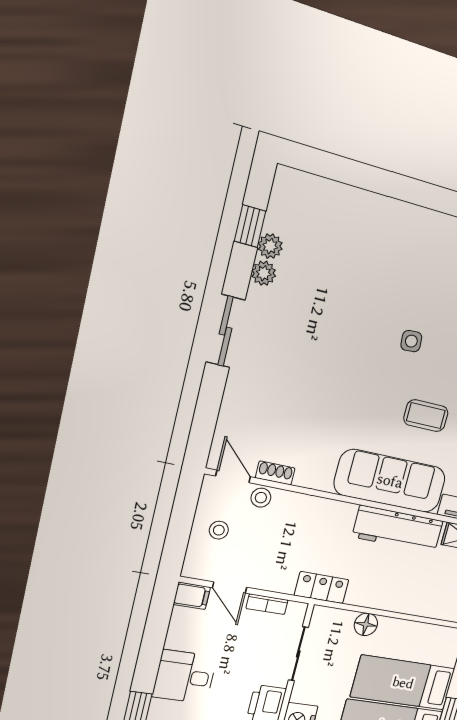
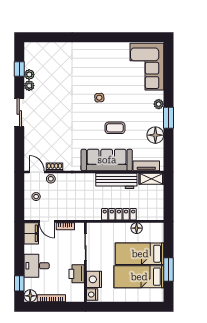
locker: (322, 588) -> (119, 214), moved, width x1.53
filing cabinet: (192, 596) -> (31, 233), width x2.00
floor lamp: (366, 624) -> (137, 228), moved

